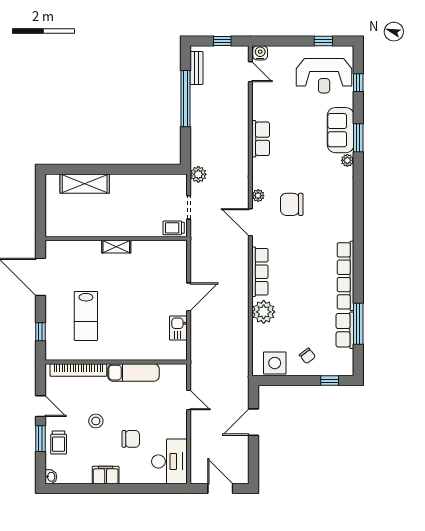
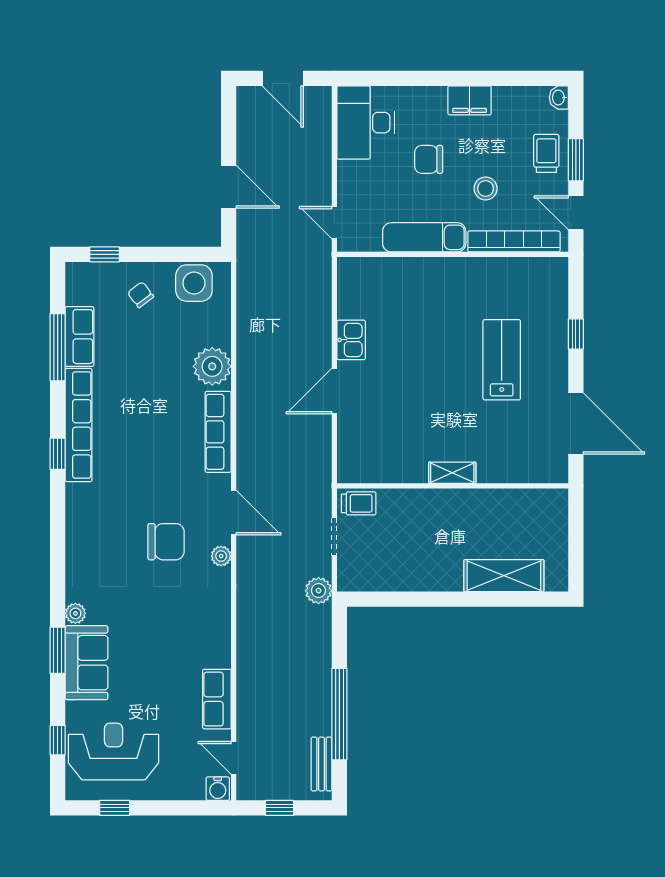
row of seats: (261, 139) -> (217, 699), moved
window: (358, 258) -> (58, 454), added
wall: (116, 362) -> (453, 254), moved
bookcase: (78, 370) -> (514, 241), moved
exam couch: (133, 373) -> (424, 237), moved
door: (253, 422) -> (229, 187), hinge flipped

